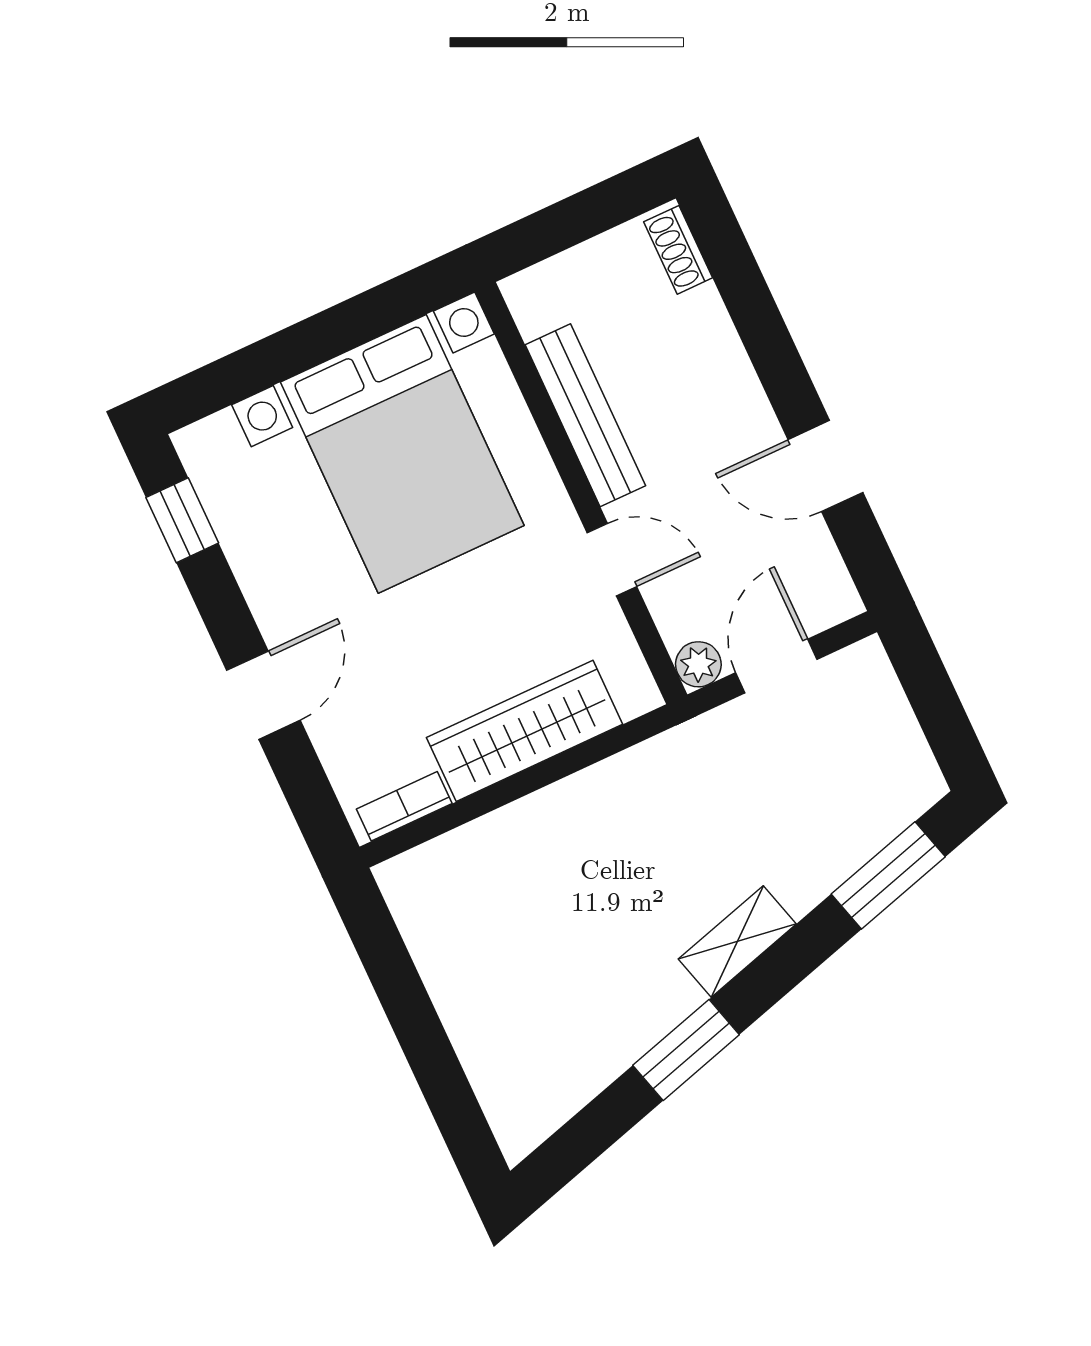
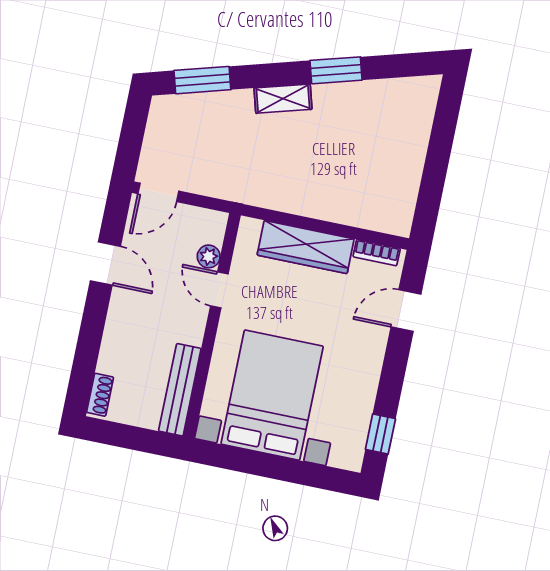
bench: (585, 415) -> (180, 390), moved
plant: (698, 664) -> (209, 256), moved
door: (776, 666) -> (158, 192), moved
door: (263, 695) -> (406, 311), moved

